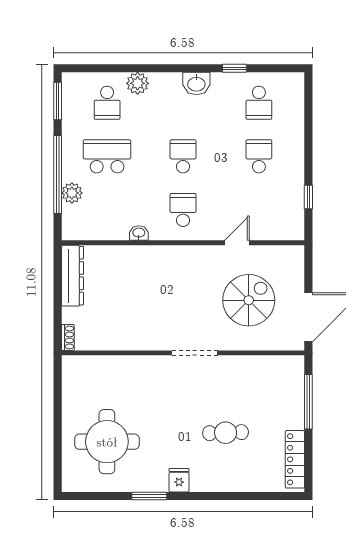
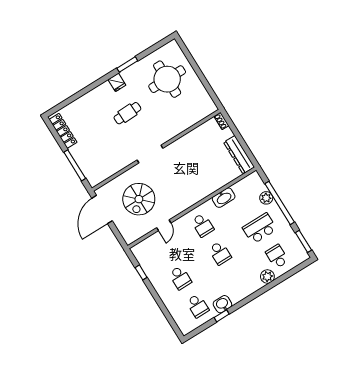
washbasin: (196, 84) -> (222, 304), moved
school desk: (259, 103) -> (198, 306), turned 180
school desk: (107, 156) -> (260, 228), turned 180
washbasin: (139, 233) -> (224, 198), width x1.91, depth x1.45
cafe table: (226, 433) -> (127, 113), moved

